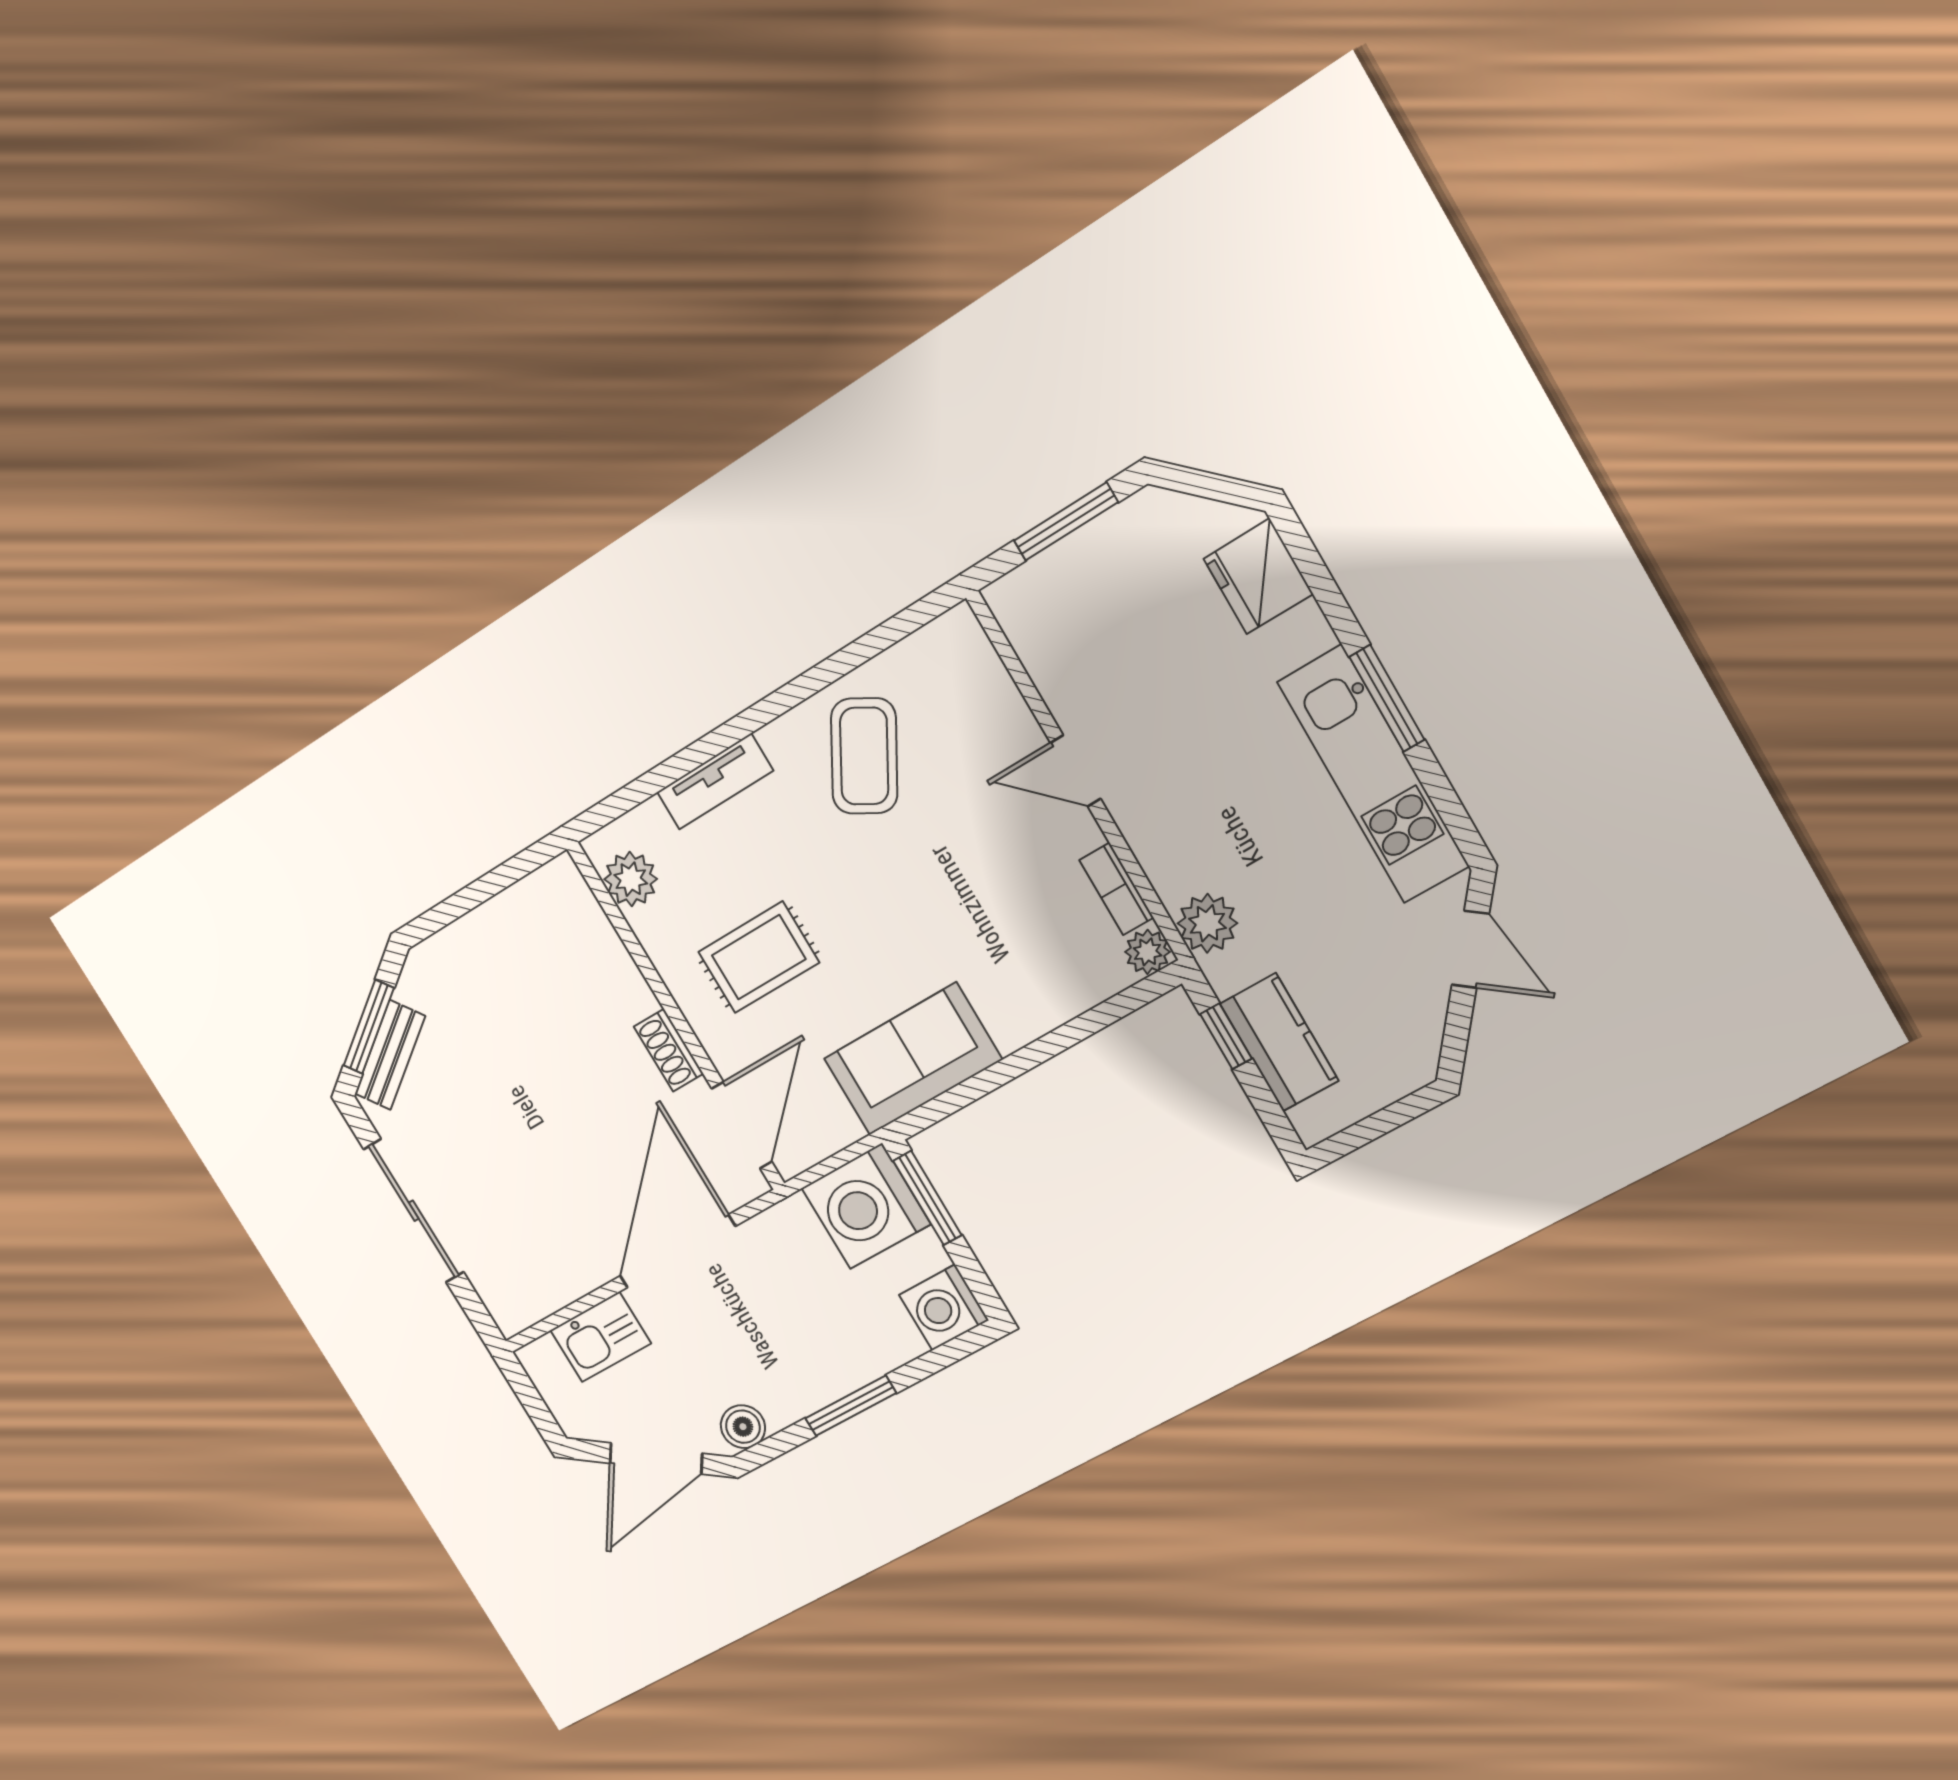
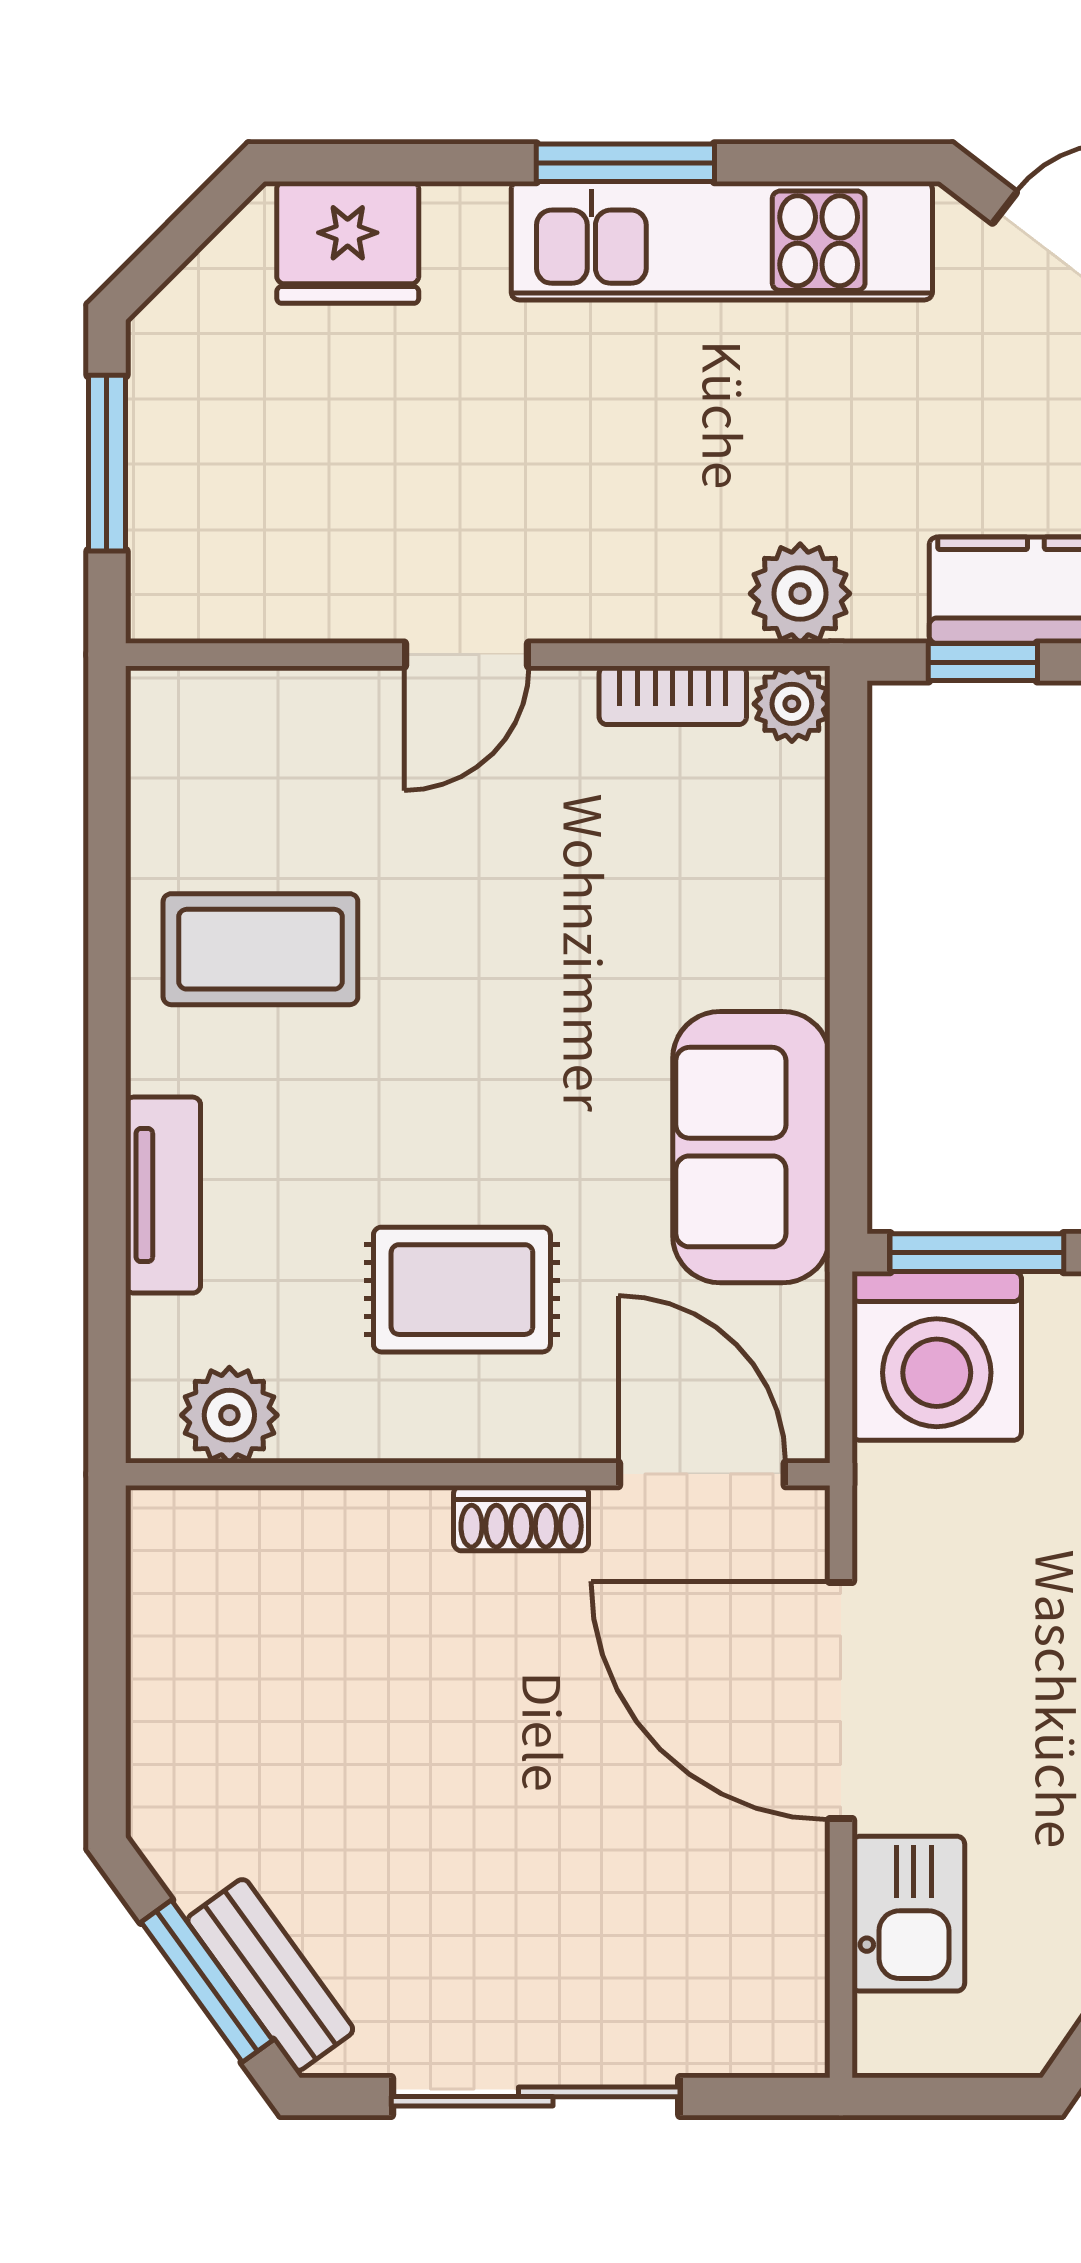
coffee table: (864, 756) -> (260, 949), turned -30
rug: (759, 957) -> (462, 1290), turned 90

